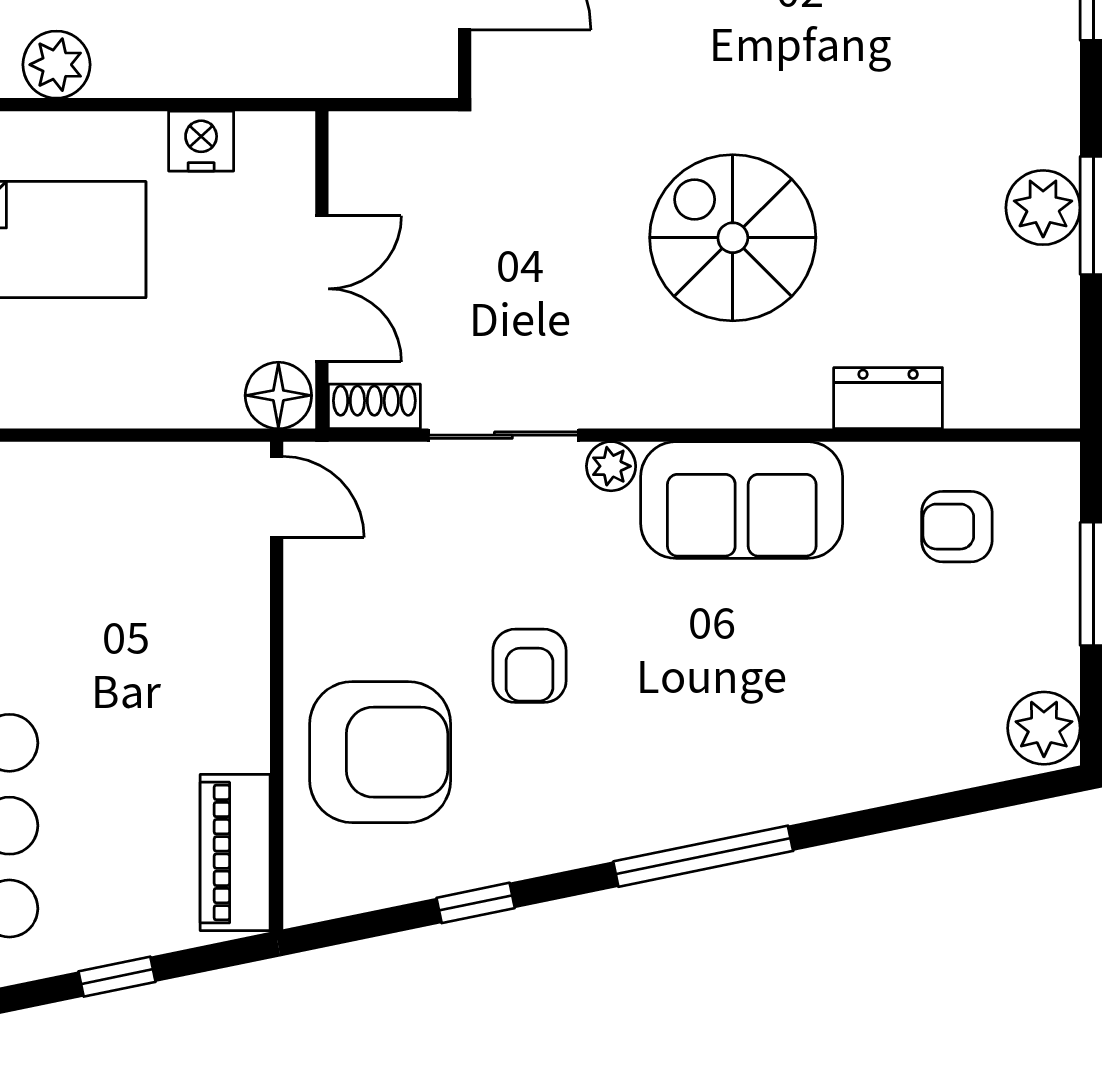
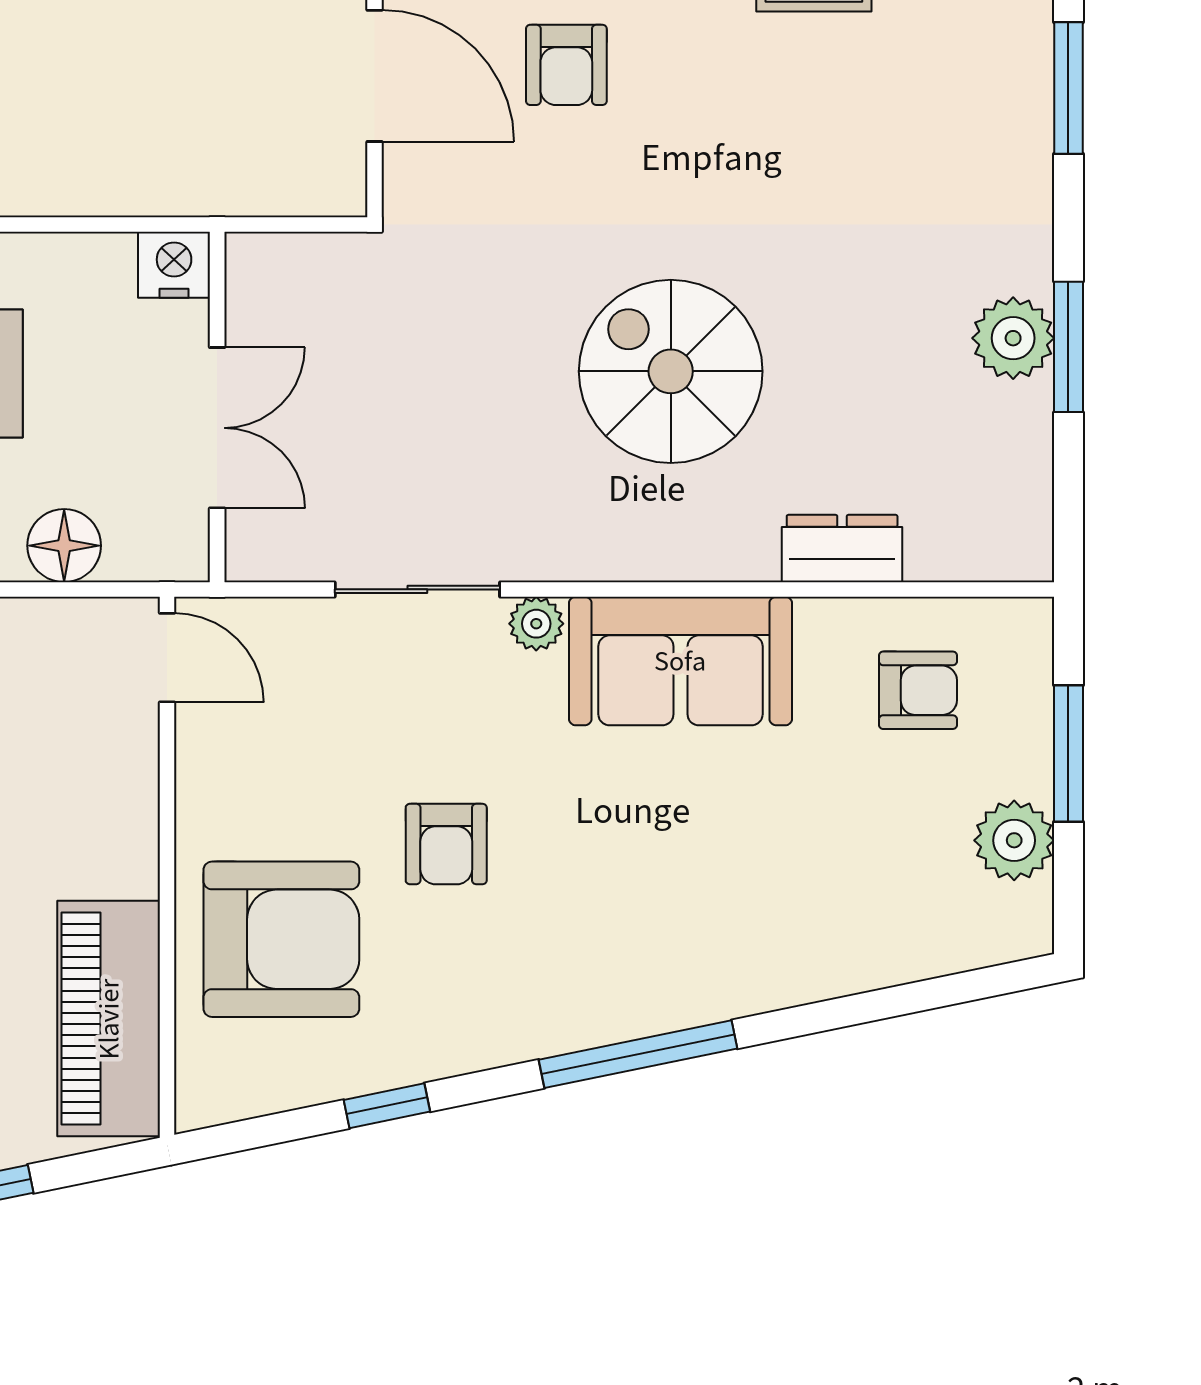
nightstand: (201, 141) -> (174, 265), moved
floor lamp: (278, 395) -> (64, 546), moved
shoe rack: (374, 406) -> (275, 558), removed
armchair: (957, 527) -> (918, 690), turned 180
plant: (1044, 728) -> (1014, 840), moved
piano: (235, 853) -> (109, 1019), width x1.37, depth x1.33

